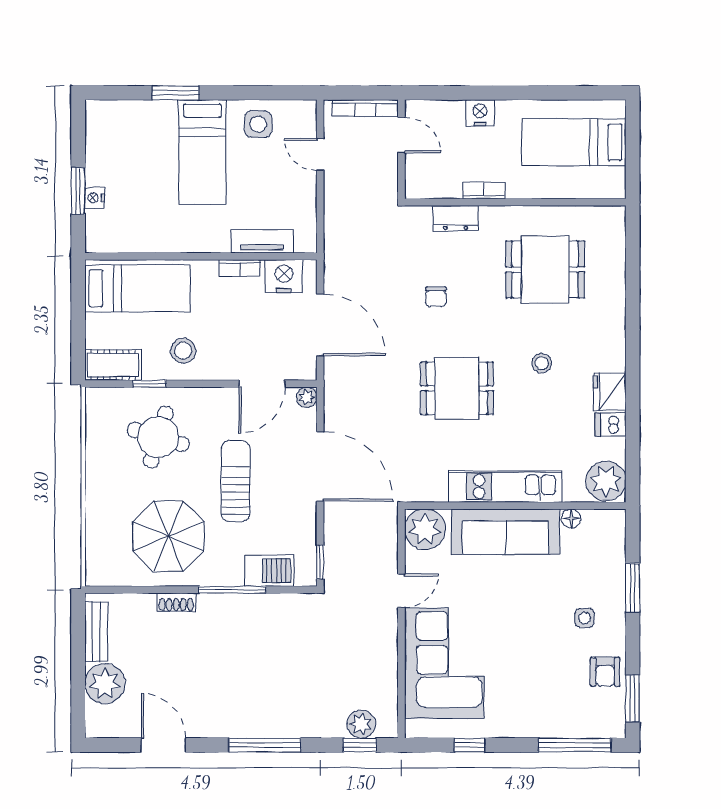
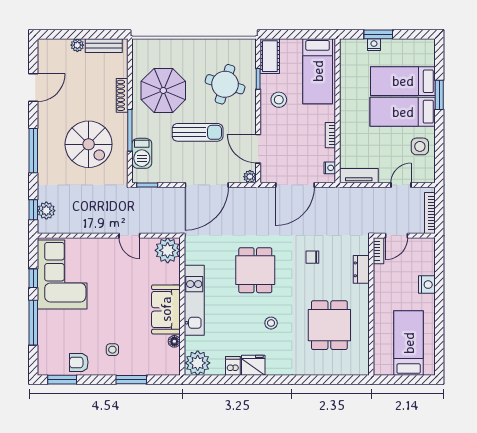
door: (401, 135) -> (396, 236), moved
bed: (153, 151) -> (403, 81), added
bookcase: (484, 191) -> (379, 251), moved
tv unit: (262, 241) -> (359, 176), moved, turned -90
nightstand: (284, 276) -> (330, 168), width x0.53, depth x0.56
sofa: (506, 532) -> (166, 309), width x0.73
shoe rack: (176, 602) -> (122, 95), width x1.43
spiral stairs: (255, 656) -> (89, 144), added
corner sofa: (444, 663) -> (62, 275), moved, turned -90
plant: (105, 684) -> (77, 45), width x0.53, depth x0.53
window: (575, 745) -> (33, 323), moved

